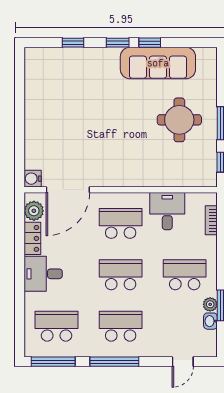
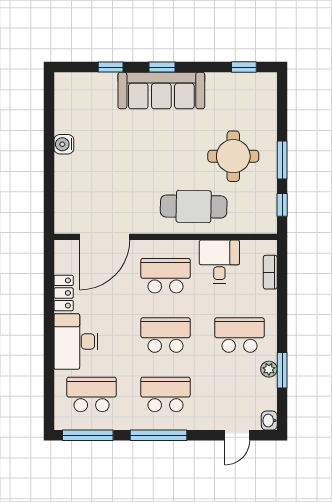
window: (150, 43) -> (244, 67), moved
sofa: (158, 63) -> (161, 91), moved
cafe table: (145, 163) -> (194, 206), added
water cooler: (33, 179) -> (64, 144), moved
plant: (34, 211) -> (65, 261), removed
desk: (43, 274) -> (76, 341), width x1.37
washbasin: (210, 321) -> (269, 421), moved

